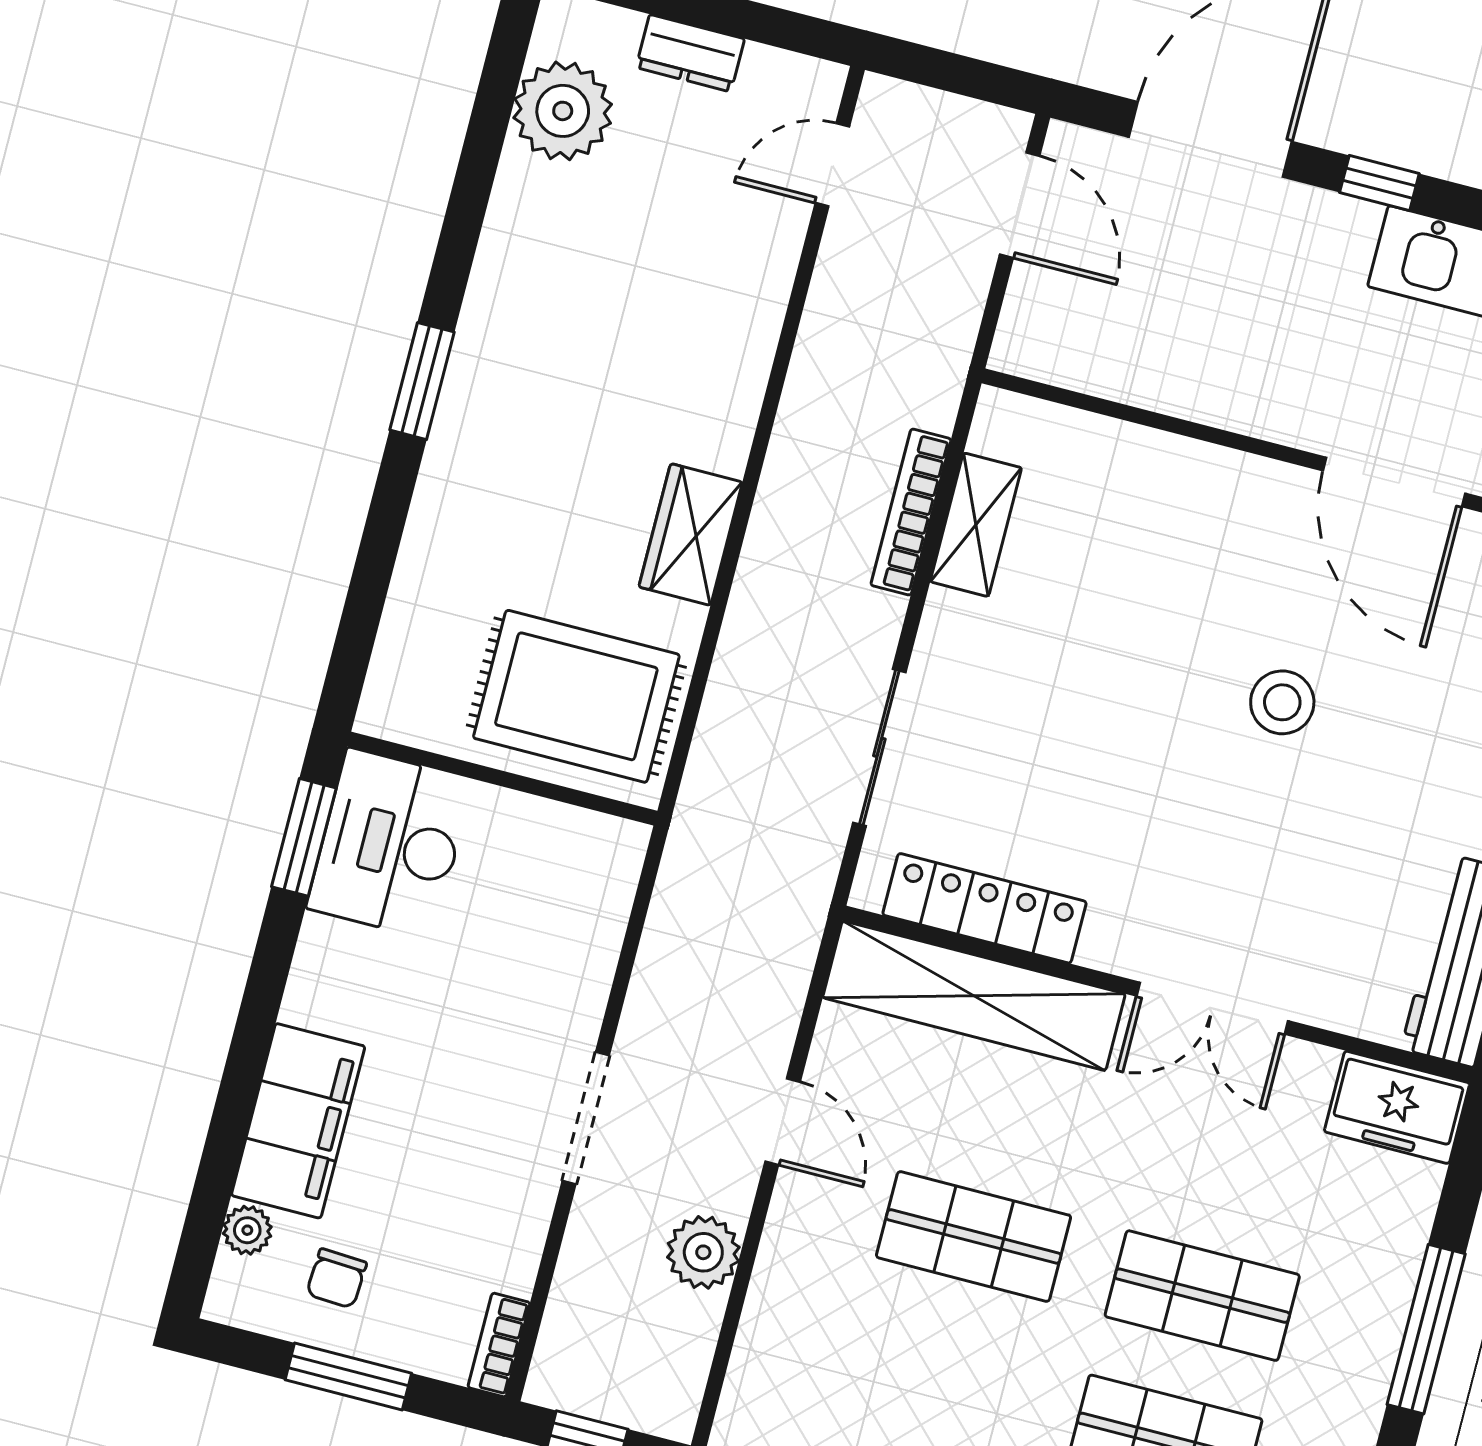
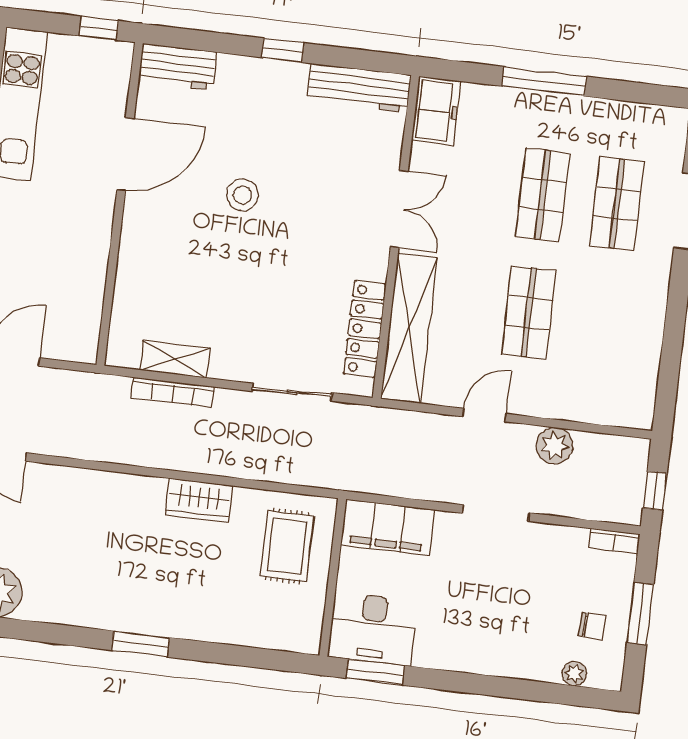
rug: (576, 696) -> (287, 546), width x0.73, depth x0.70
filing cabinet: (298, 1121) -> (388, 527), moved, turned 180

